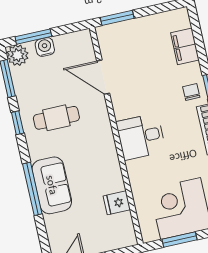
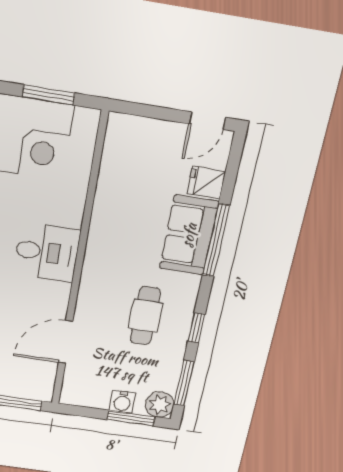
door: (103, 77) -> (66, 342), swing flipped
cafe table: (56, 118) -> (145, 316), turned 90
fridge: (117, 203) -> (206, 183), moved, turned 180

